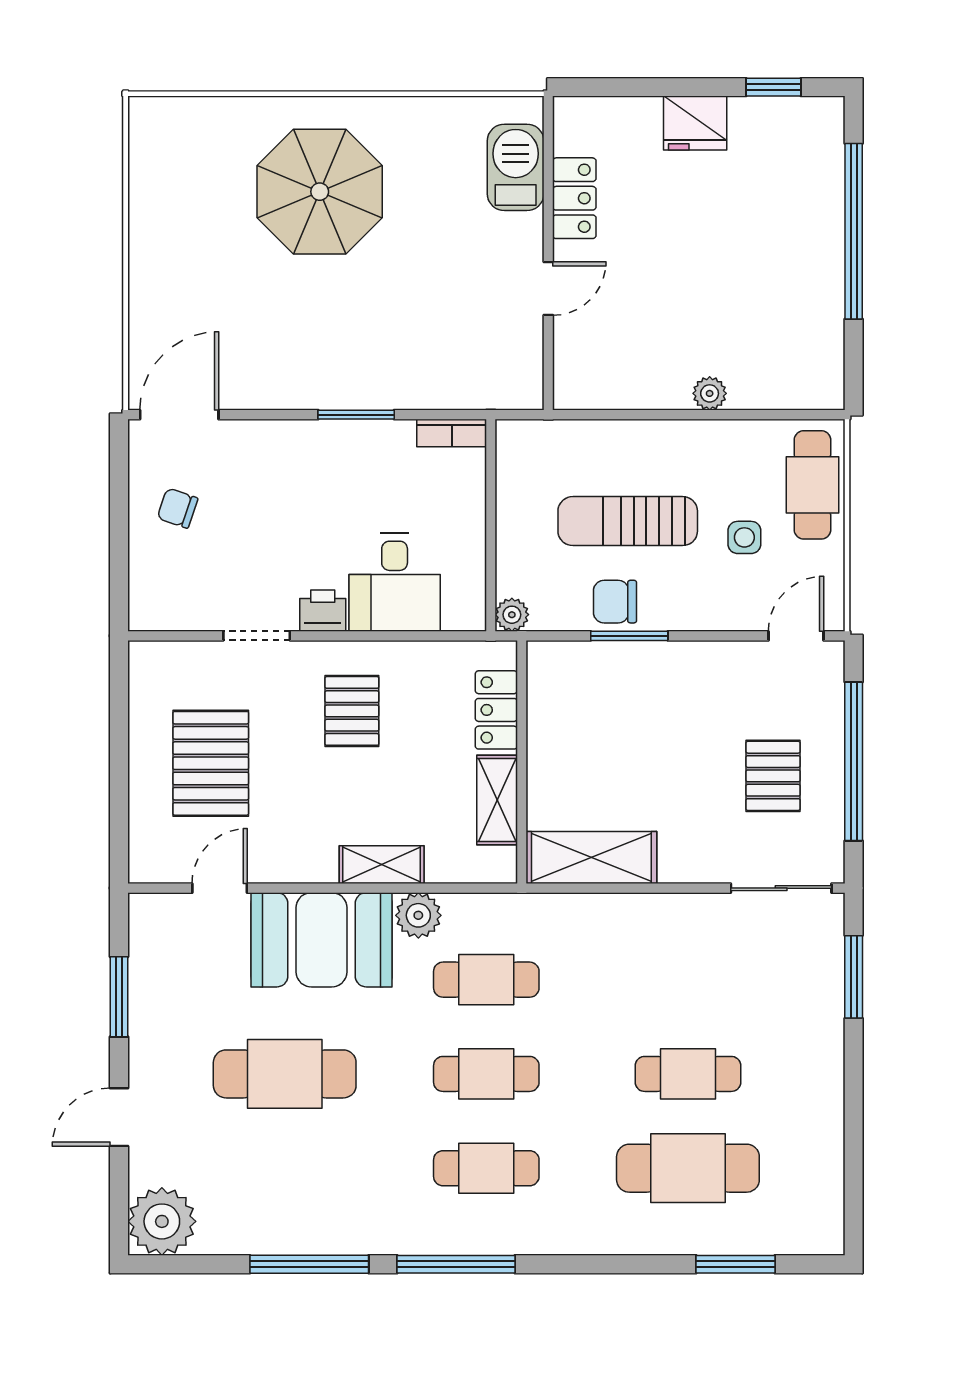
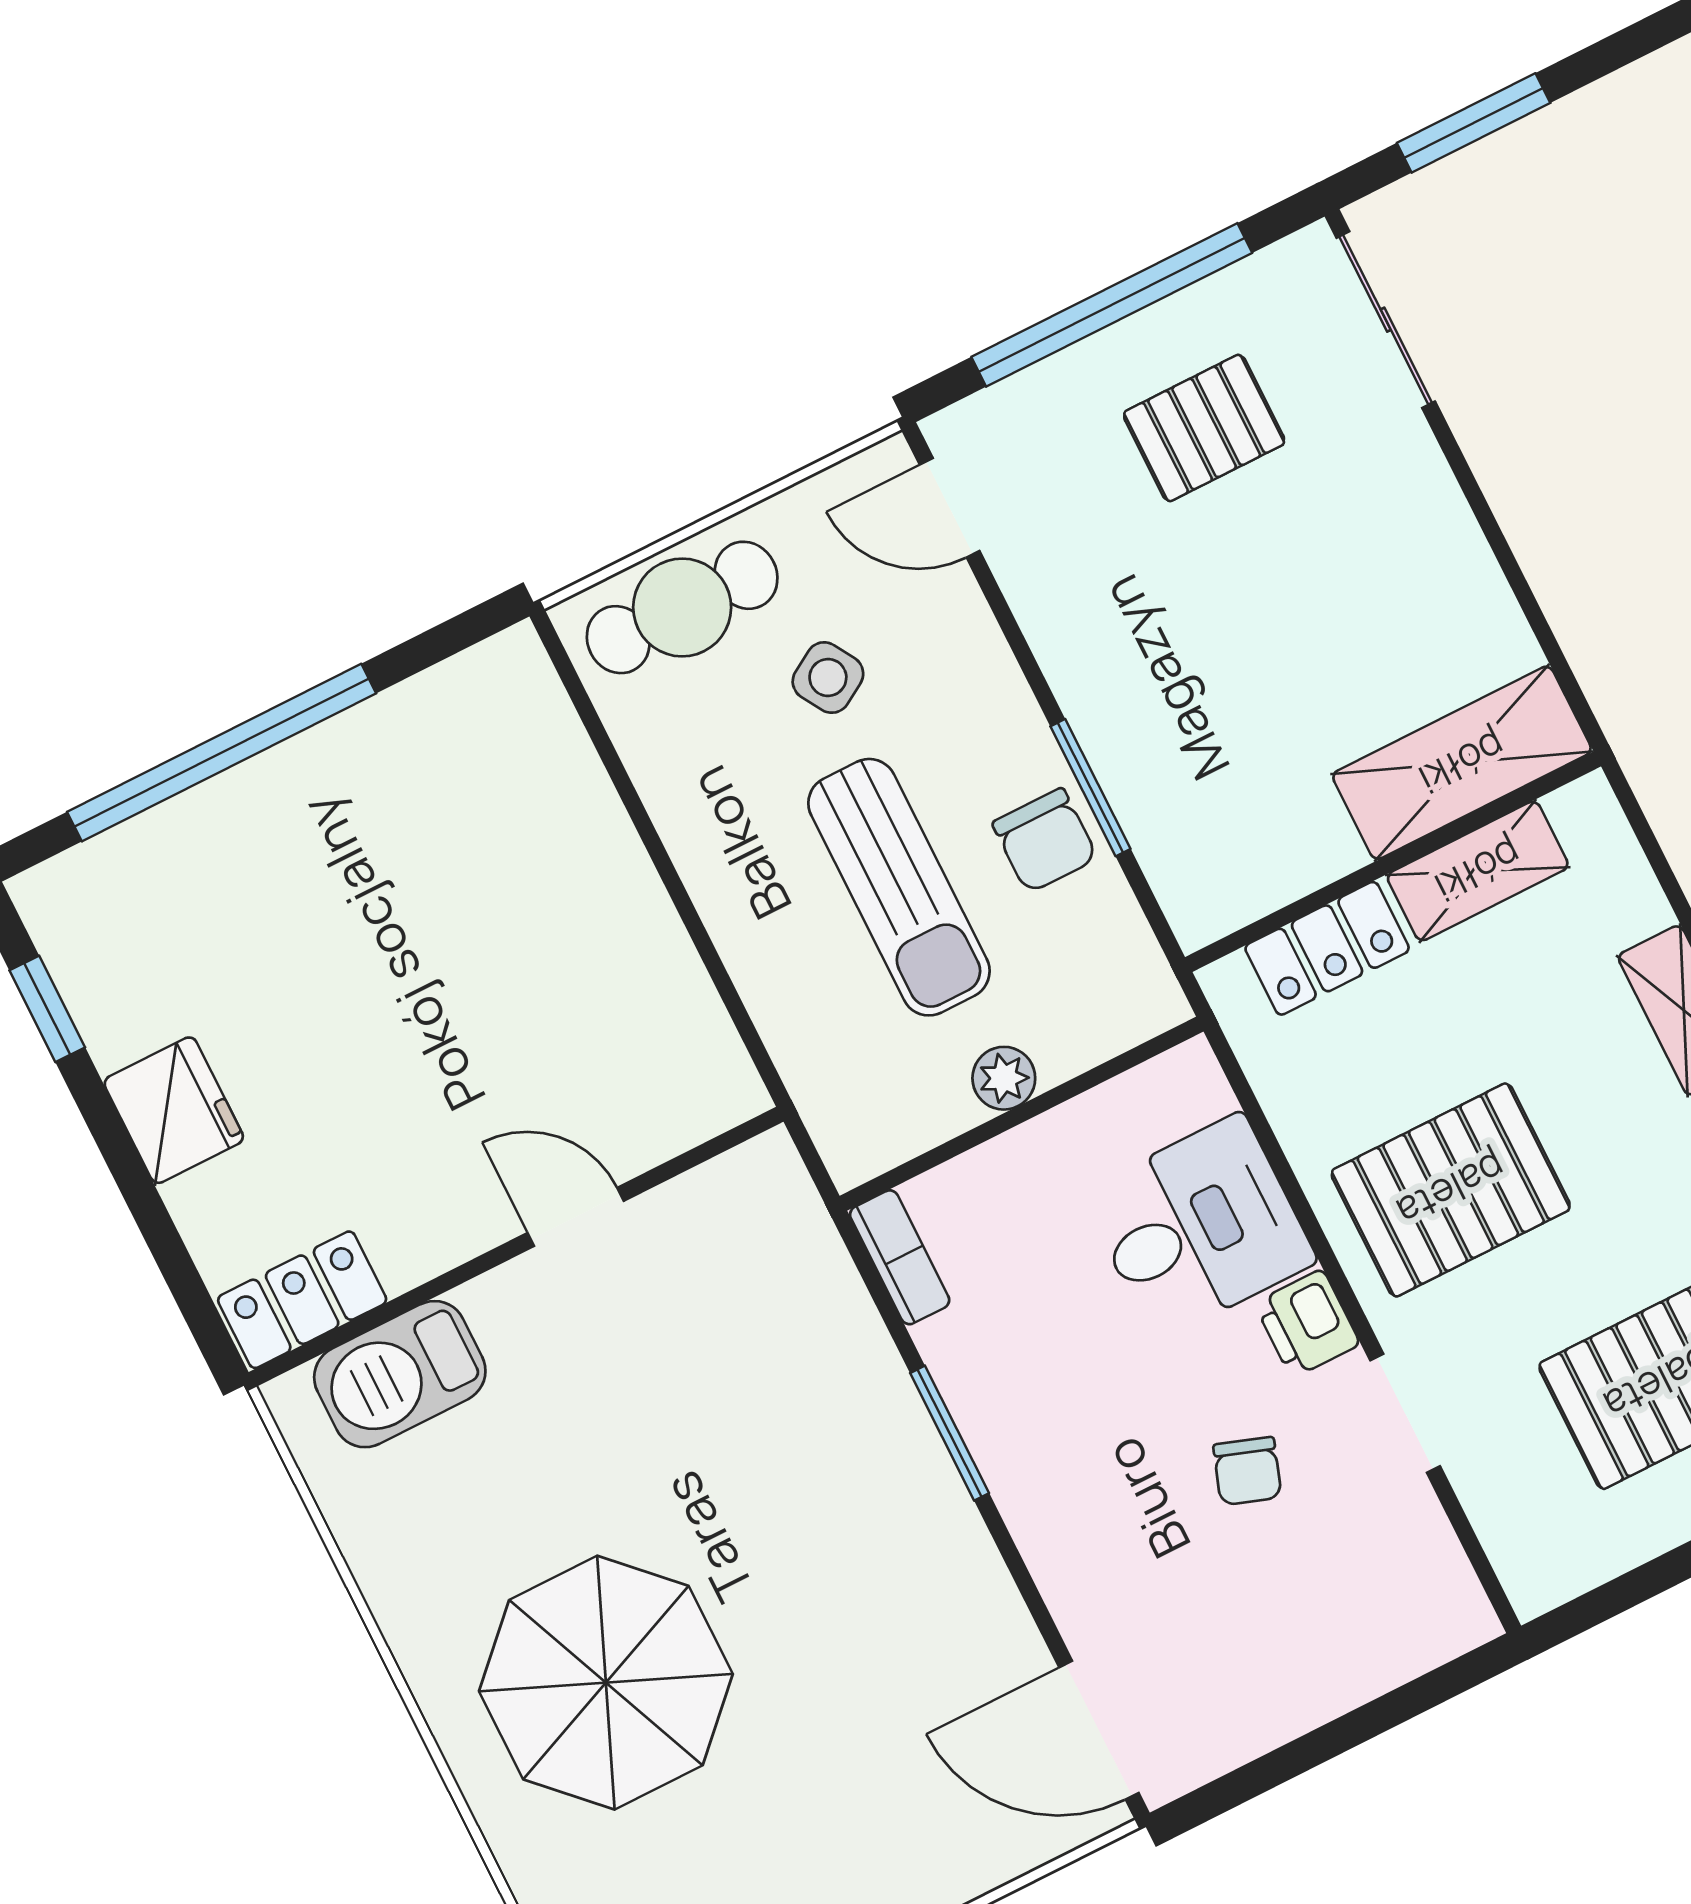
locker: (574, 198) -> (302, 1300), moved
plant: (710, 393) -> (616, 858), removed
chair: (178, 508) -> (1247, 1471), moved
side table: (744, 537) -> (828, 678), turned -31
plant: (512, 615) -> (1004, 1078), moved
pallet: (352, 711) -> (1451, 1190), width x1.50, depth x1.42
shelving: (591, 858) -> (1462, 763), moved, turned 90

